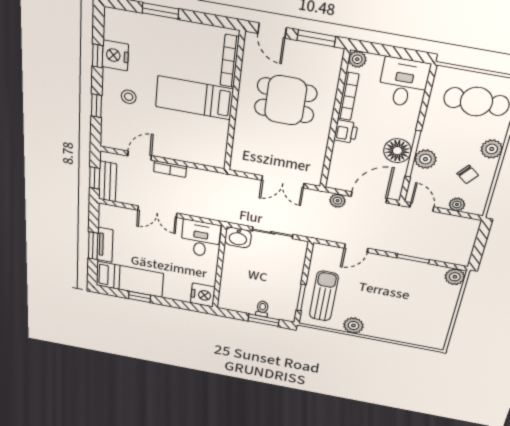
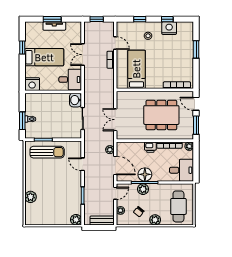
door: (272, 31) -> (196, 104), hinge flipped
bed: (194, 98) -> (136, 69), moved
dining table: (286, 100) -> (161, 115), width x1.38
bench: (108, 182) -> (102, 220), moved
bed: (130, 279) -> (44, 57), moved, turned -90
plant: (353, 326) -> (30, 197), moved

